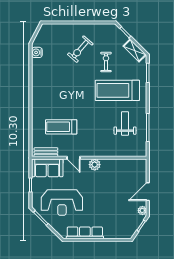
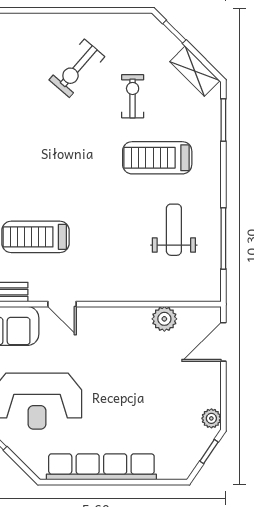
treadmill: (117, 90) -> (157, 158), width x0.73, depth x0.73
plant: (95, 165) -> (164, 319), moved
door: (148, 192) -> (223, 342), moved
row of seats: (85, 233) -> (101, 467), width x1.36

